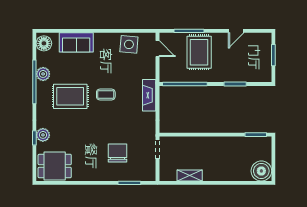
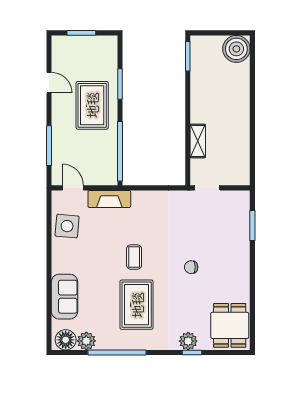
door: (157, 49) -> (73, 188), hinge flipped
rug: (199, 52) -> (92, 105), moved, turned 90
plant: (43, 74) -> (86, 341), moved
fireplace: (149, 95) -> (109, 199), moved
chair: (117, 153) -> (191, 267), moved, width x0.54, depth x0.54
shelving: (190, 175) -> (198, 141), moved

